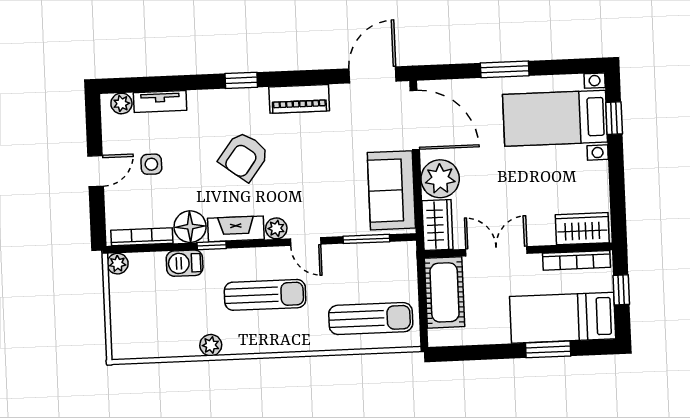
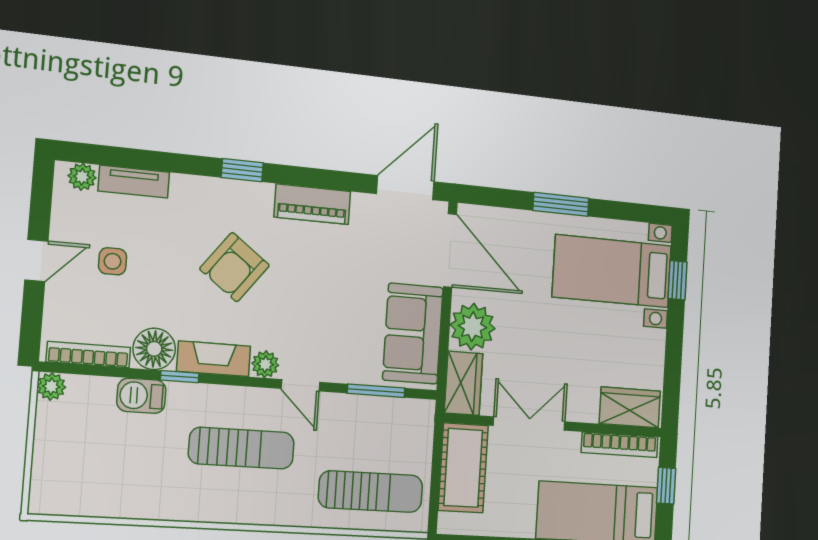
plant: (211, 345) -> (163, 507), removed

